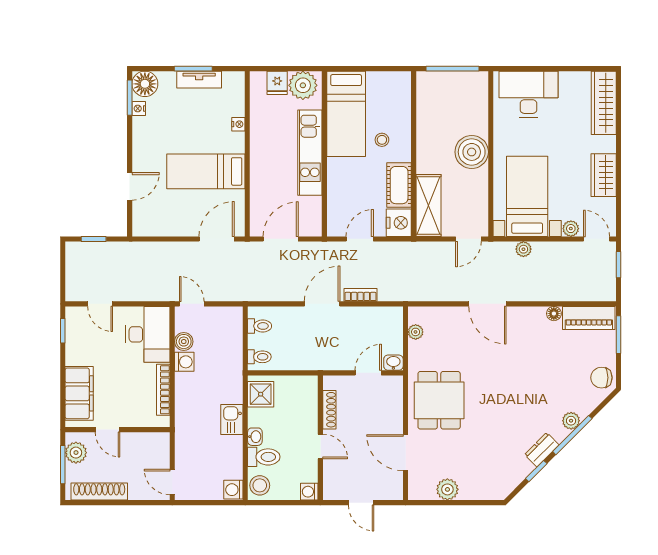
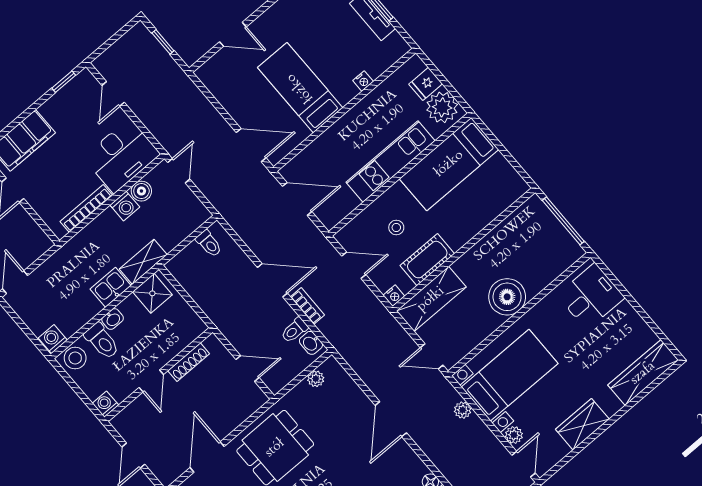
desk: (528, 94) -> (591, 296), width x0.73
stool: (382, 140) -> (396, 228), moved
nightstand: (399, 223) -> (394, 296), width x0.53, depth x0.56
toilet: (259, 357) -> (294, 330), moved, turned 90
washbasin: (393, 363) -> (311, 343), moved, turned 180
shelving: (234, 382) -> (143, 262), added

